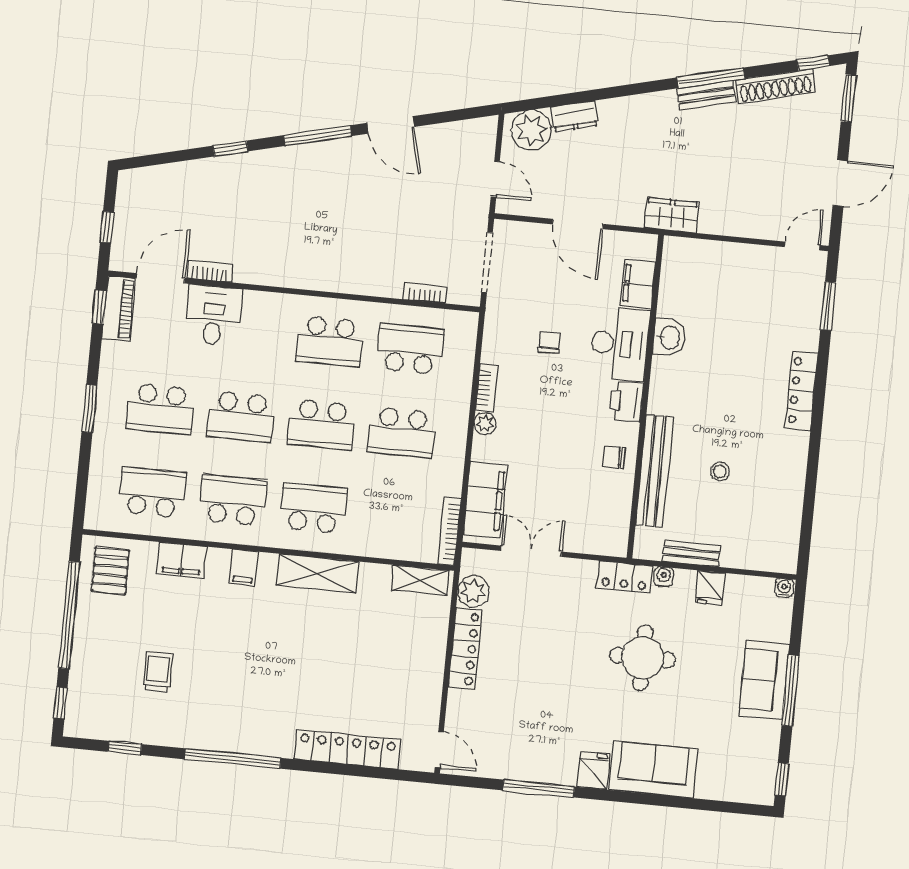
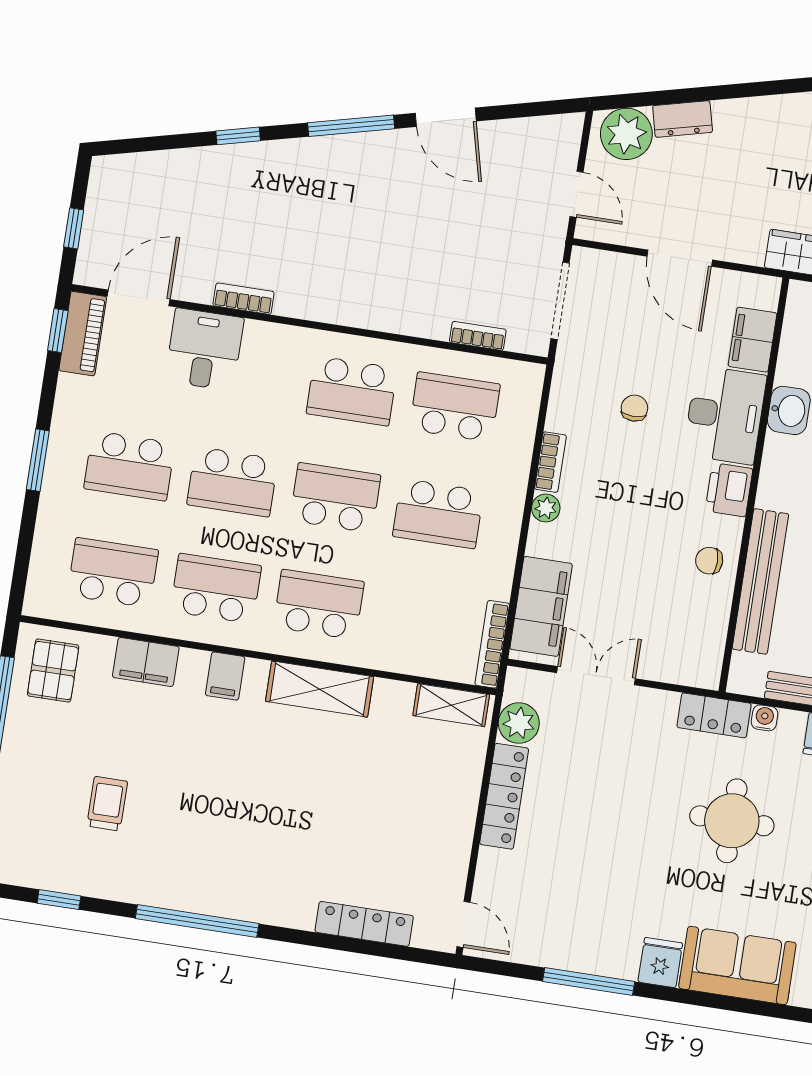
bookcase: (210, 271) -> (244, 299), moved
school desk: (321, 425) -> (335, 498), turned 180
locker: (347, 750) -> (364, 924), width x0.71, depth x0.83

